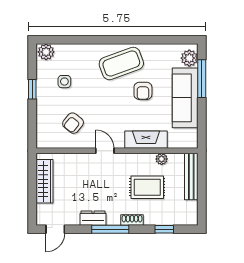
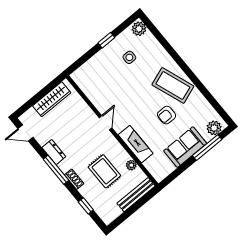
sofa: (185, 98) -> (185, 147), width x0.73
armchair: (73, 123) -> (106, 86), removed

